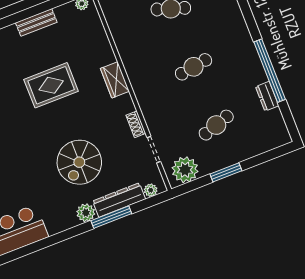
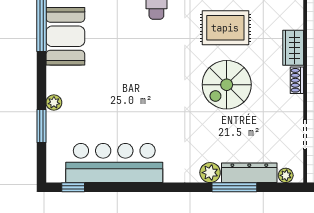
shoe rack: (136, 124) -> (297, 80), moved
spiral stairs: (79, 162) -> (227, 85), moved

